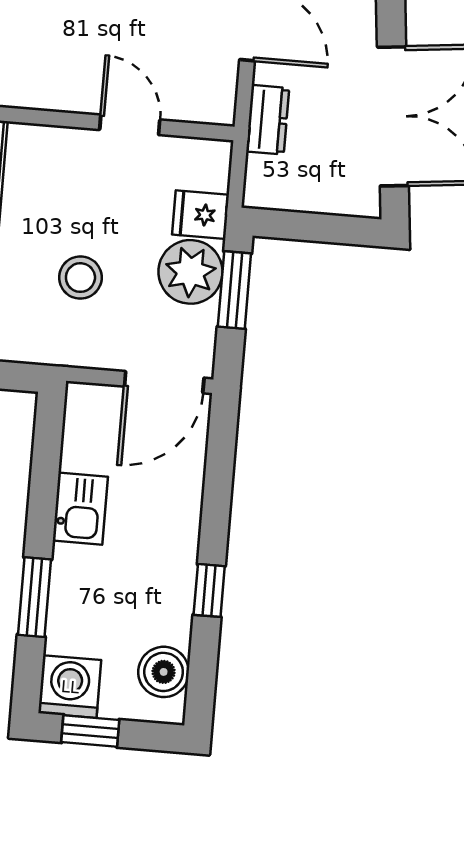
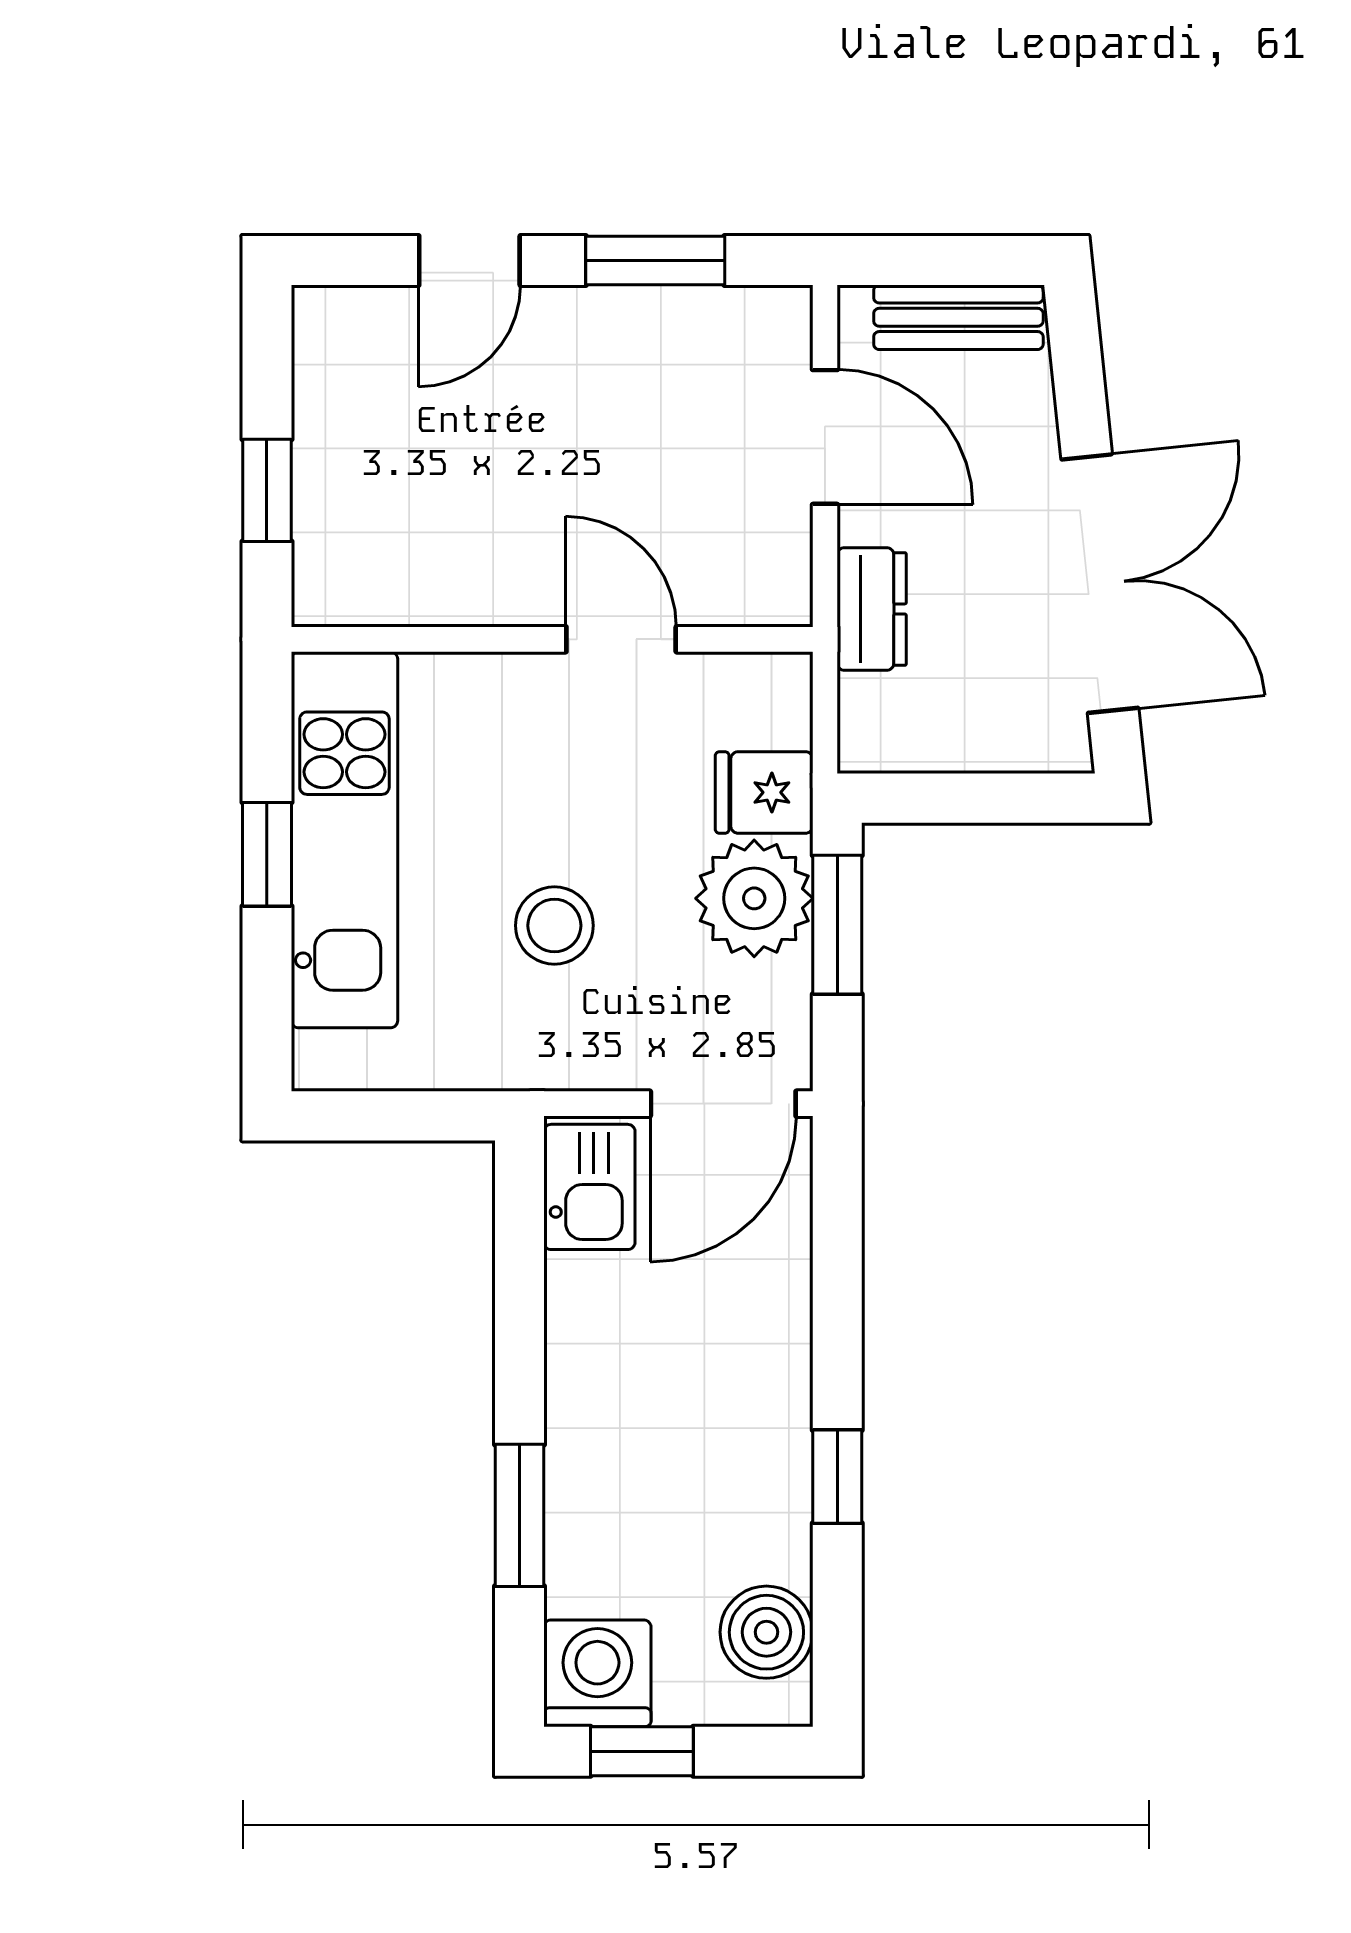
kitchen sink: (80, 509) -> (589, 1187), moved

